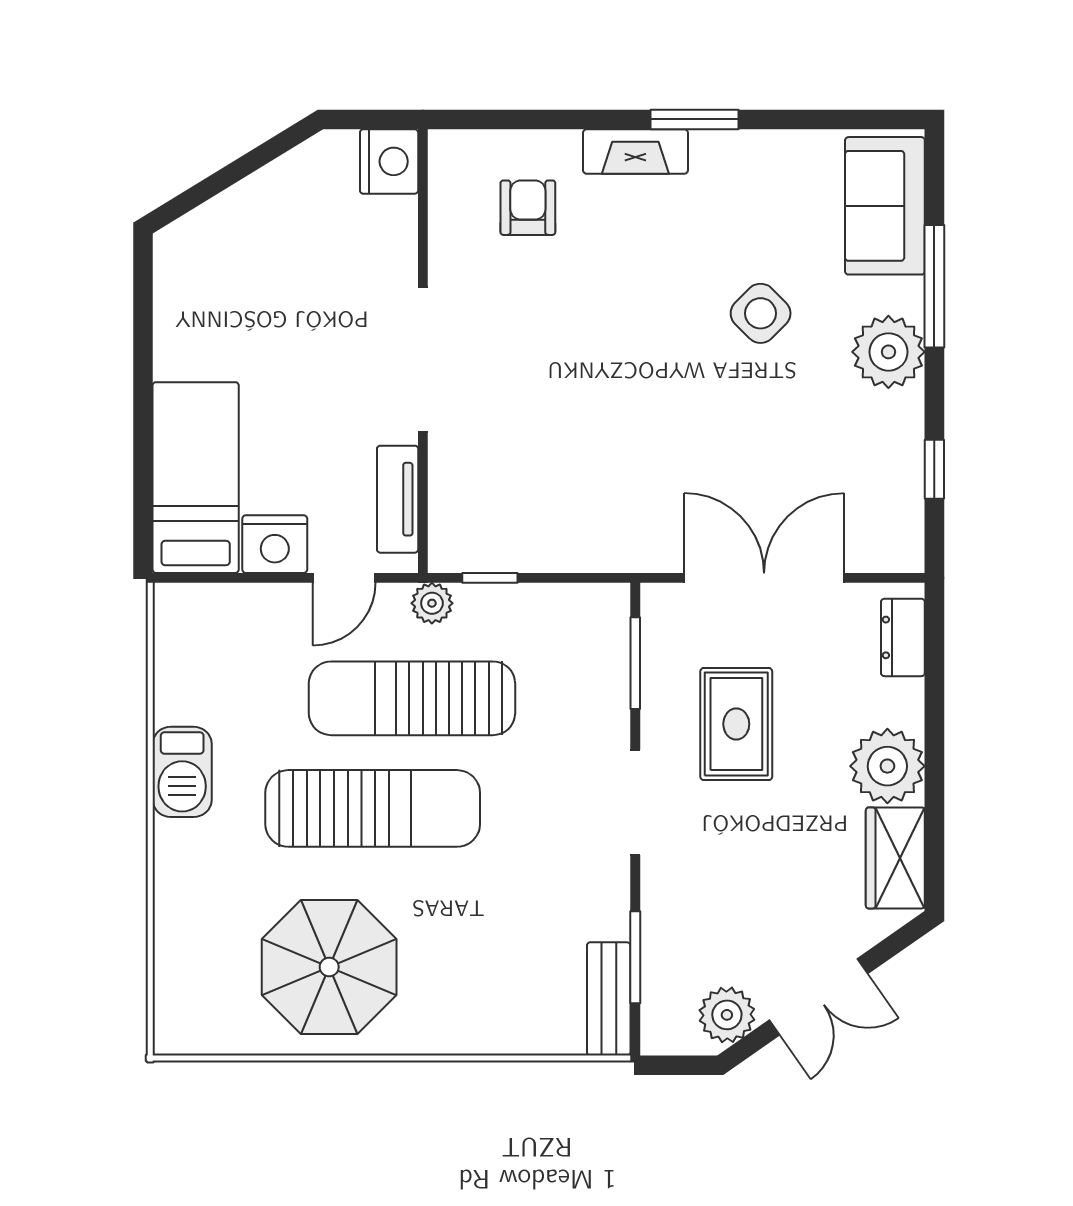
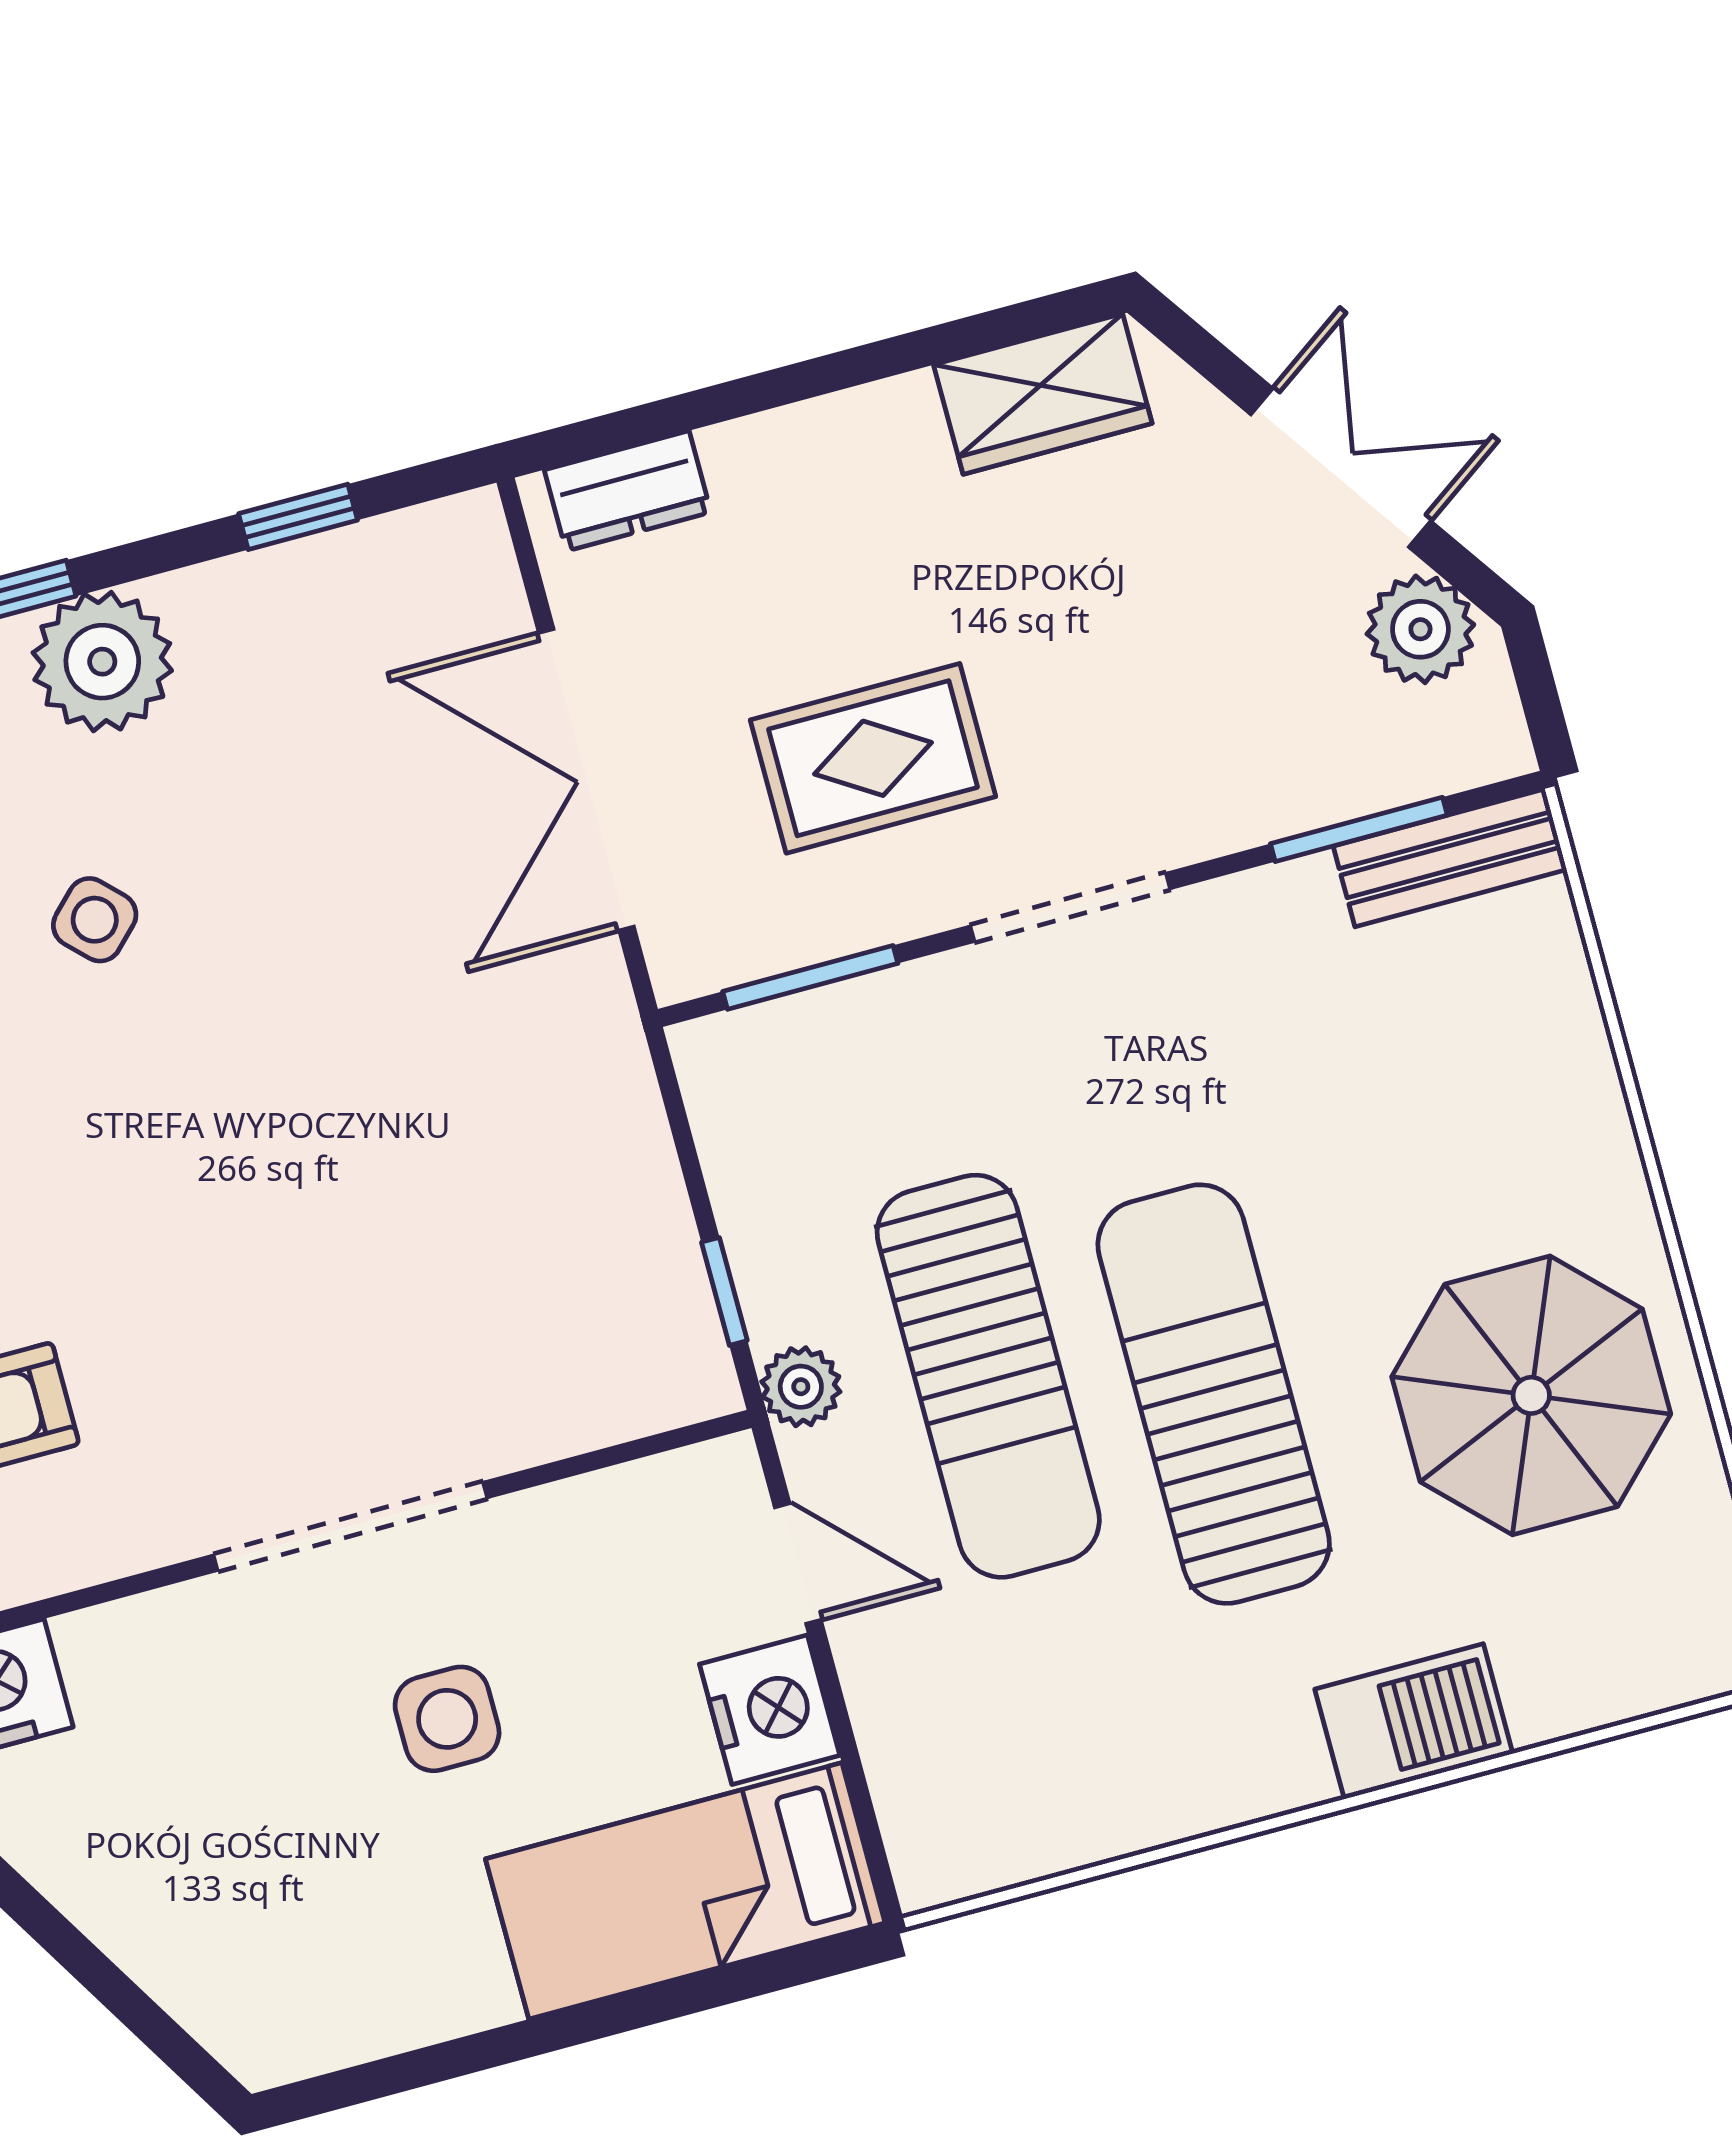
side table: (761, 313) -> (95, 920), width x0.73, depth x0.73
side table: (314, 382) -> (447, 1719), added
tv unit: (398, 499) -> (624, 1503), removed
plant: (887, 766) -> (875, 455), removed
barbecue: (182, 772) -> (1414, 1721), moved

